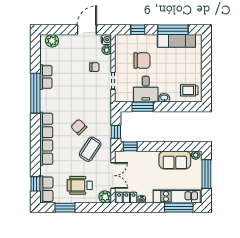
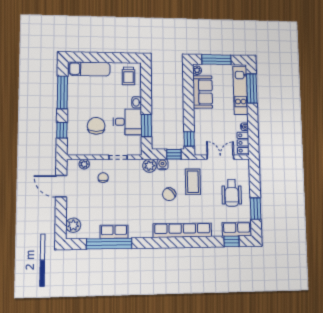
water cooler: (106, 40) -> (163, 164), moved
exam couch: (177, 41) -> (89, 69), moved, turned 90
window: (35, 93) -> (109, 244), moved
coffee table: (90, 149) -> (193, 182), turned 57
plant: (105, 197) -> (149, 166), moved

